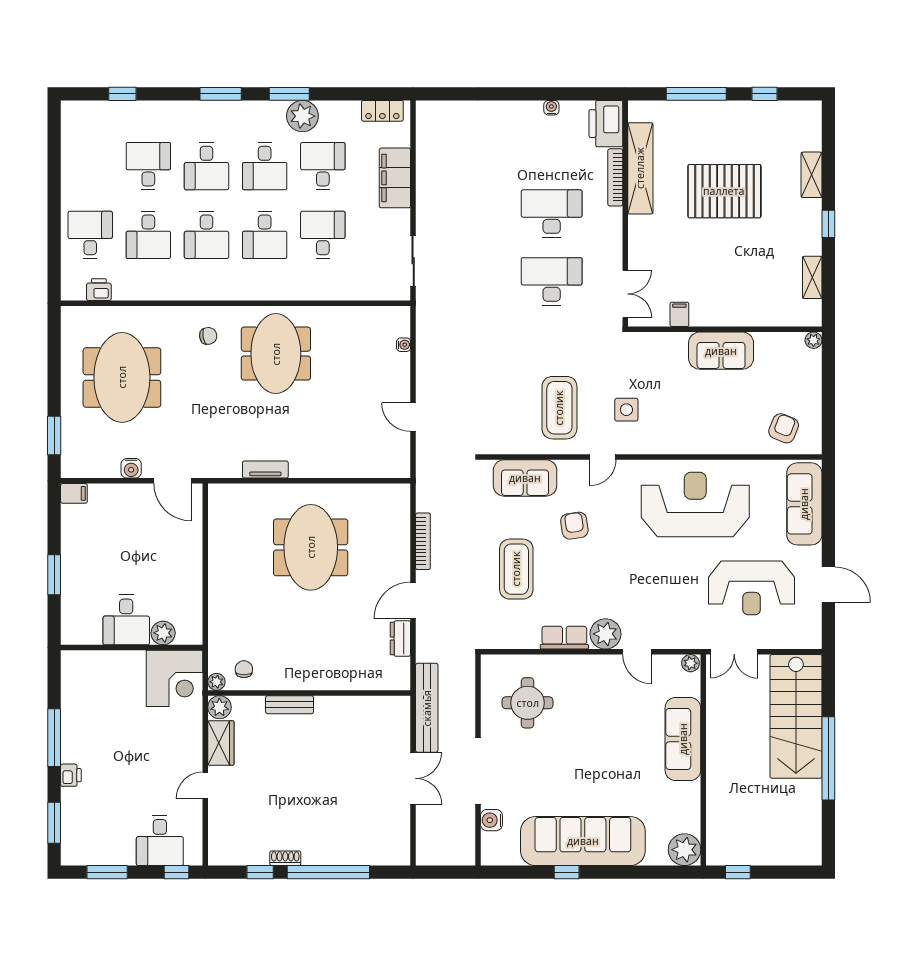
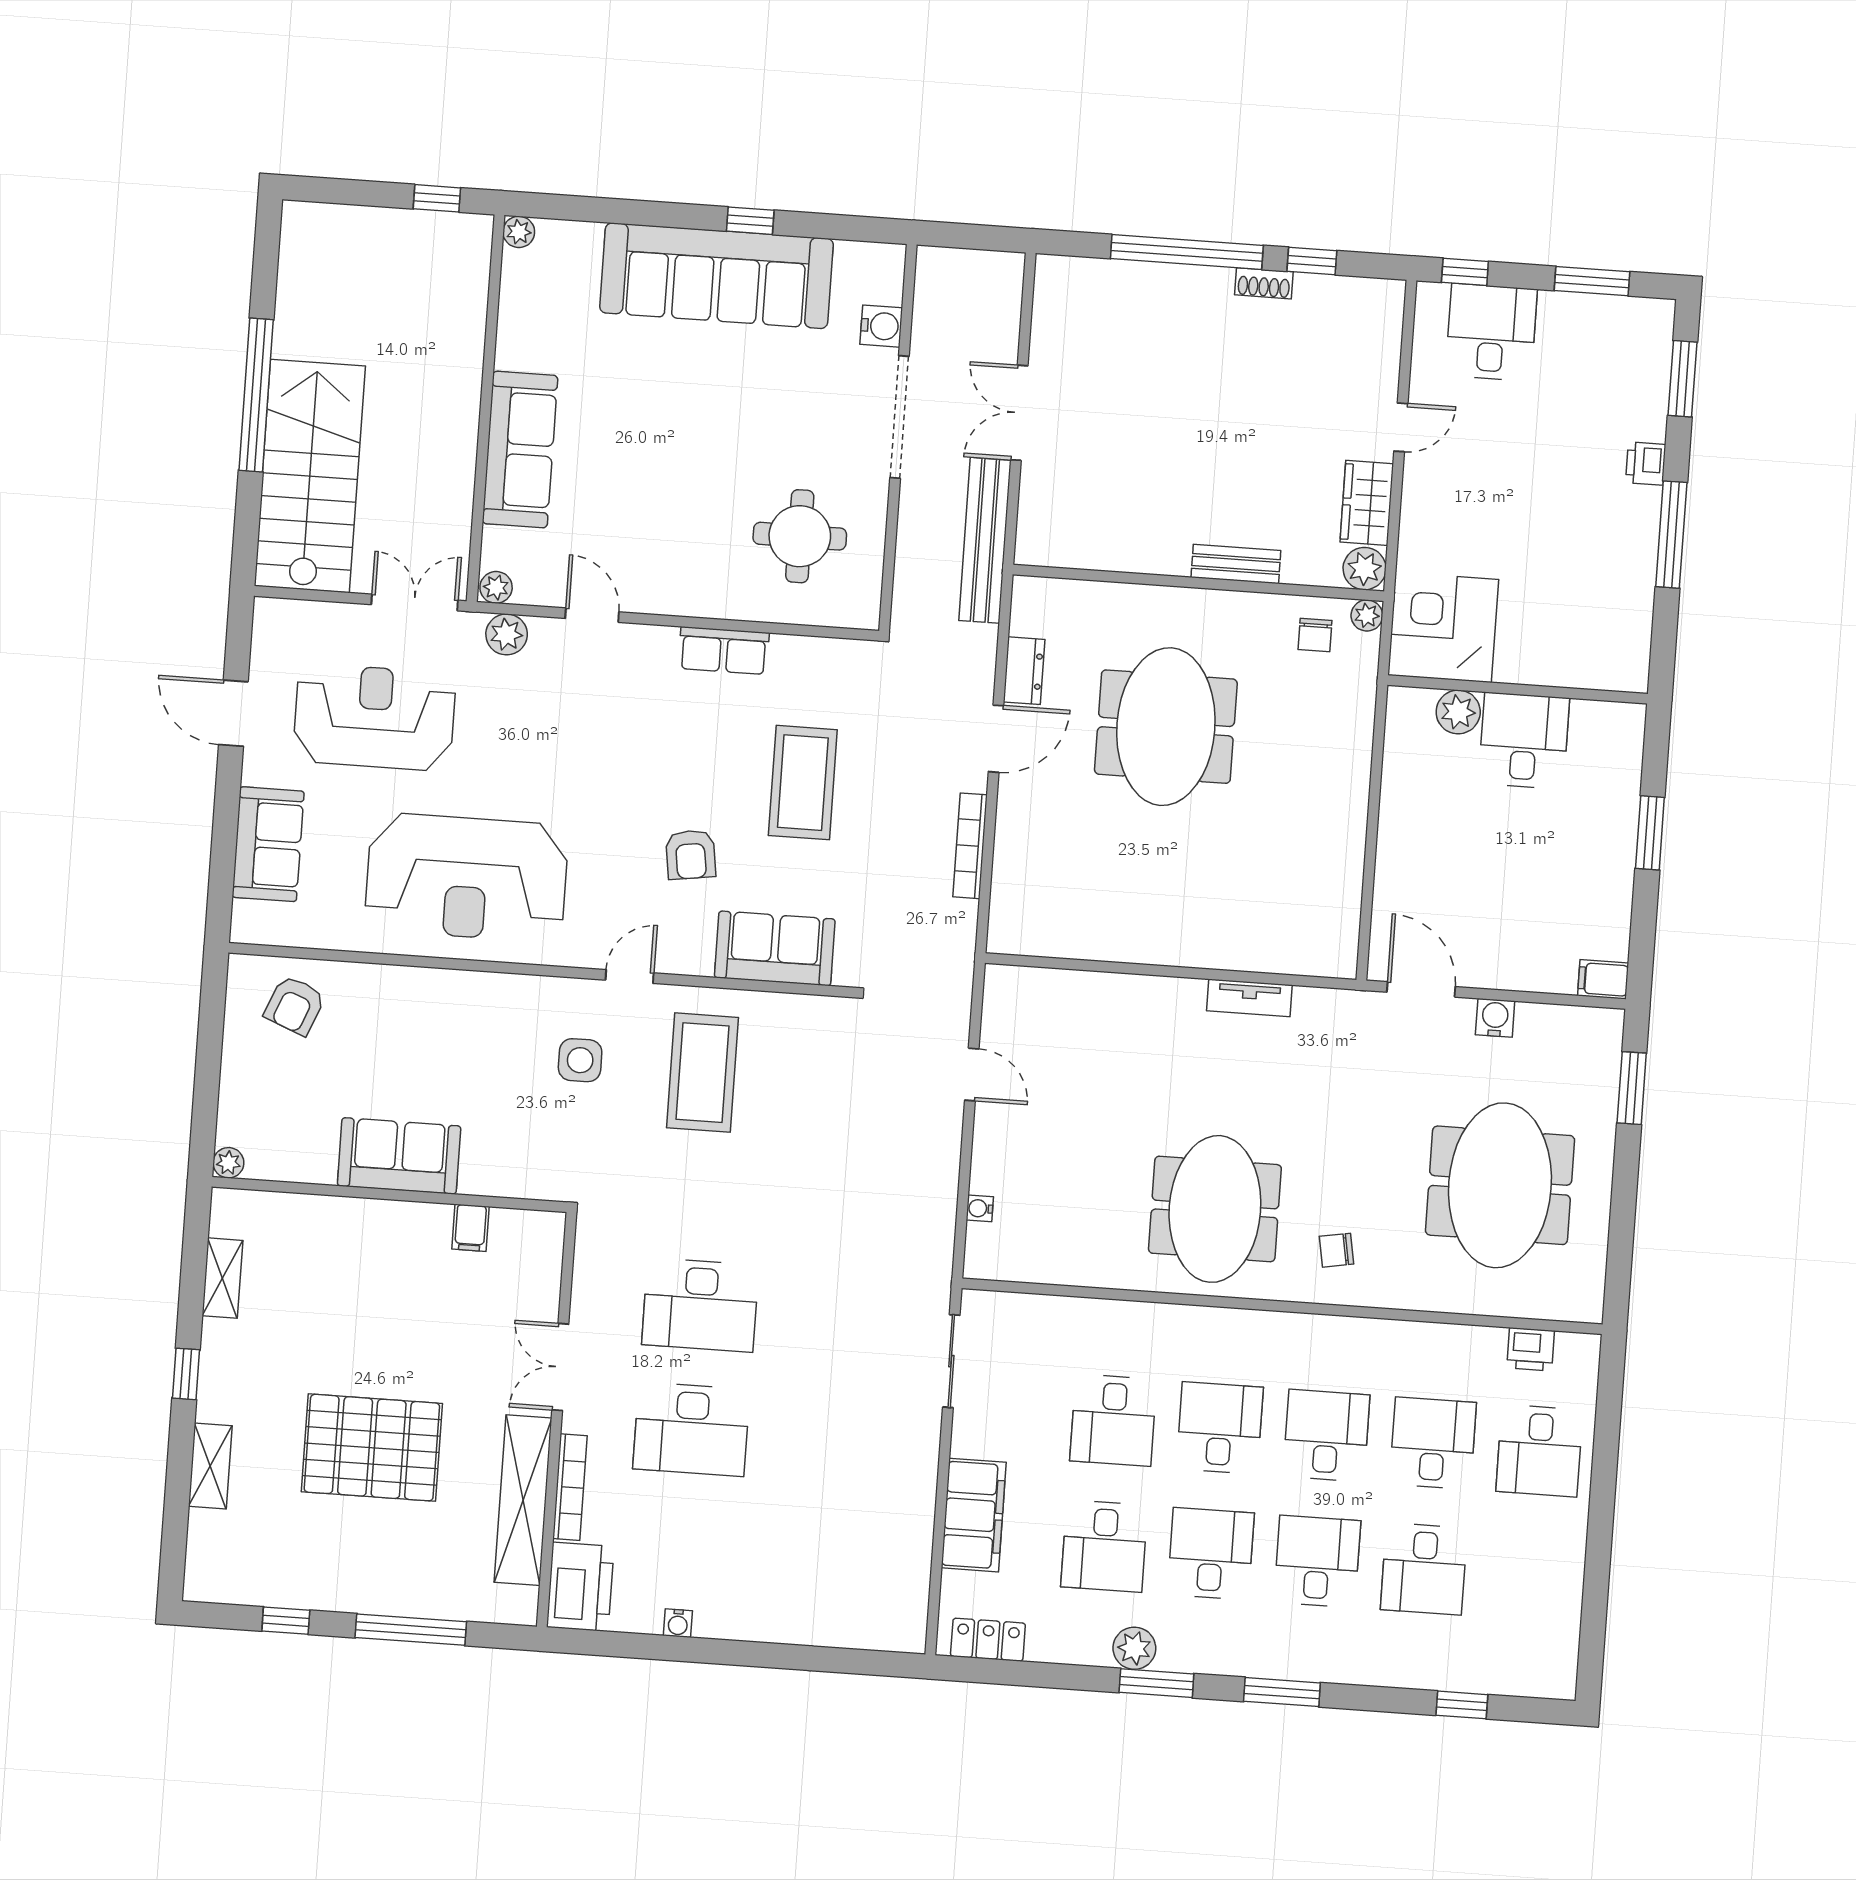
plant: (302, 116) -> (1134, 1648), width x0.73, depth x0.73
double door: (625, 294) -> (560, 1367), moved
sofa: (804, 504) -> (268, 844), width x0.73
meeting table: (311, 547) -> (1166, 727), moved
plant: (605, 634) -> (507, 634), moved, width x0.73, depth x0.73
plant: (684, 850) -> (519, 232), width x0.53, depth x0.53

